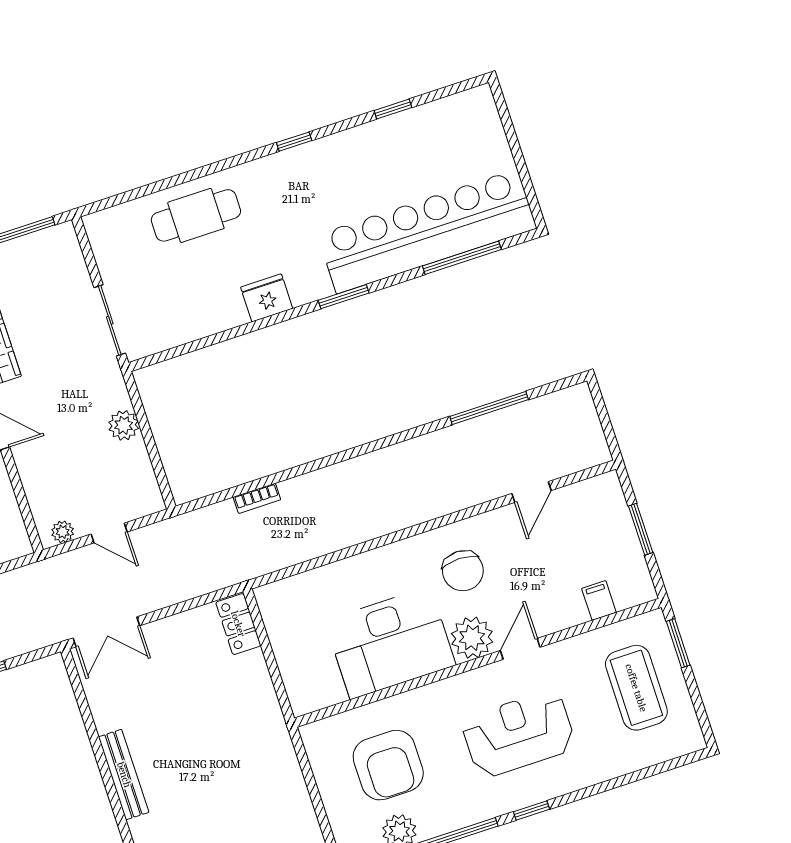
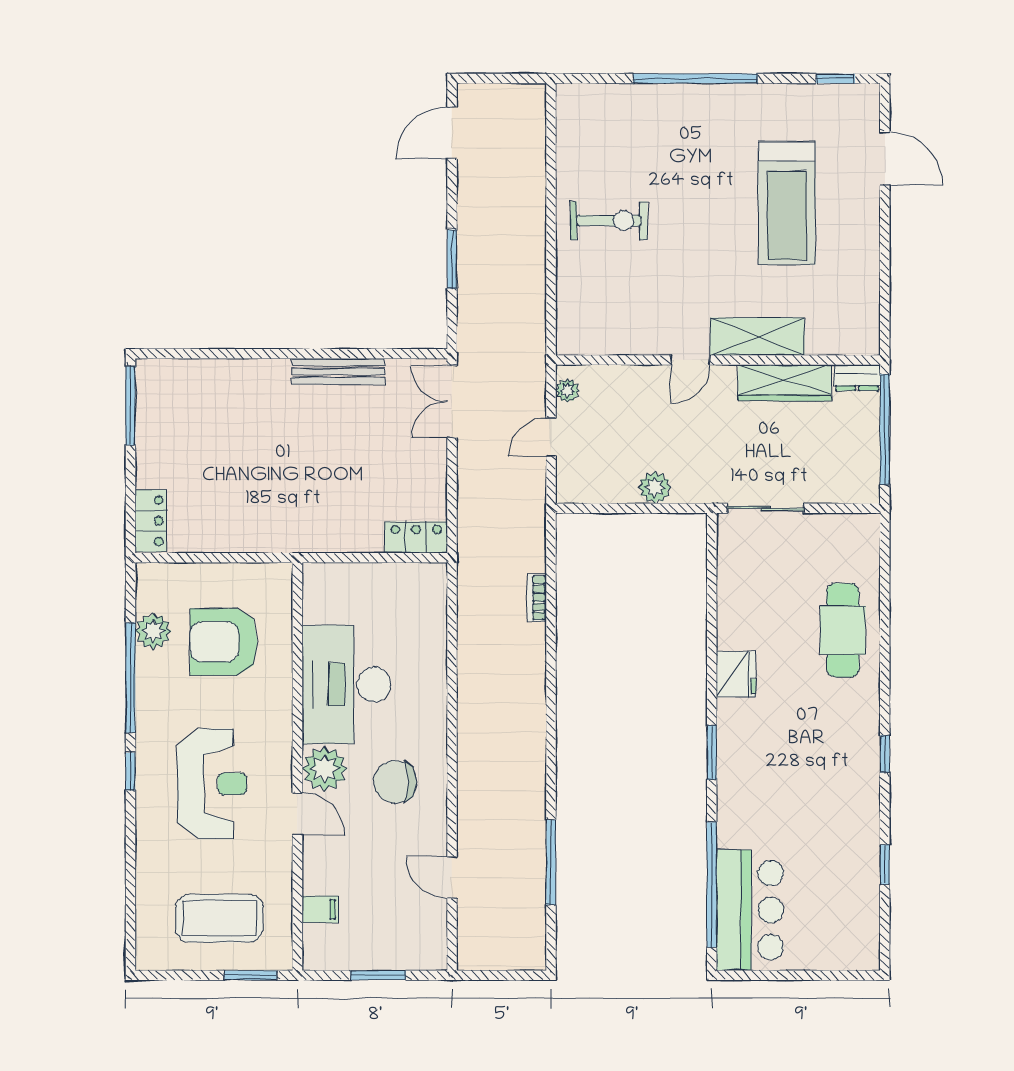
bar counter: (427, 231) -> (750, 910), width x0.54
window: (462, 258) -> (712, 885), width x1.46
bench: (124, 775) -> (338, 371), moved

